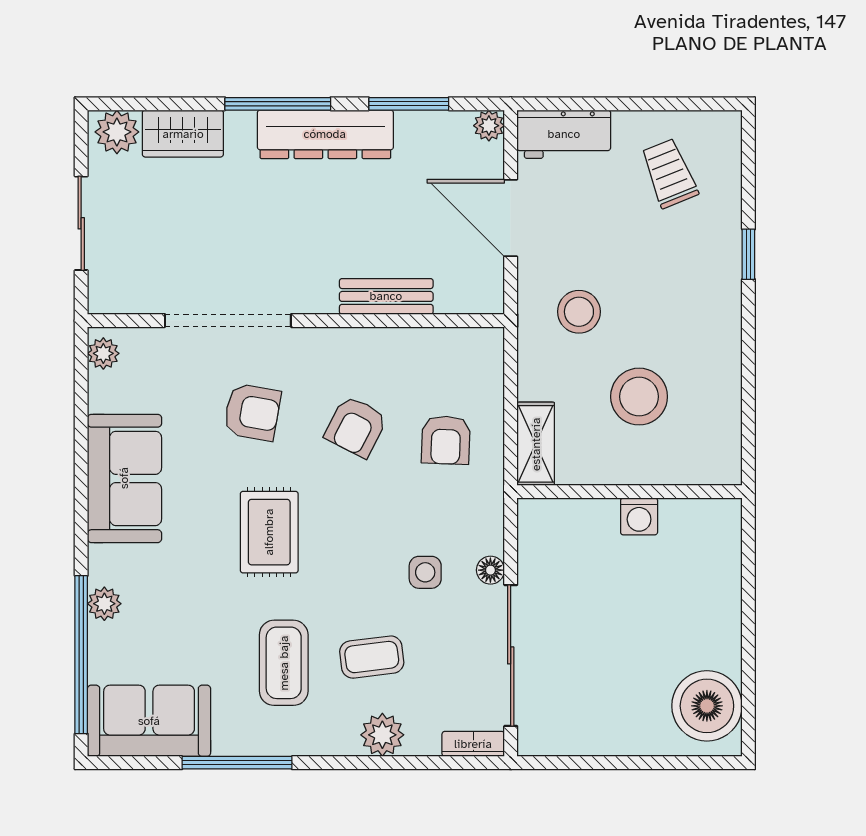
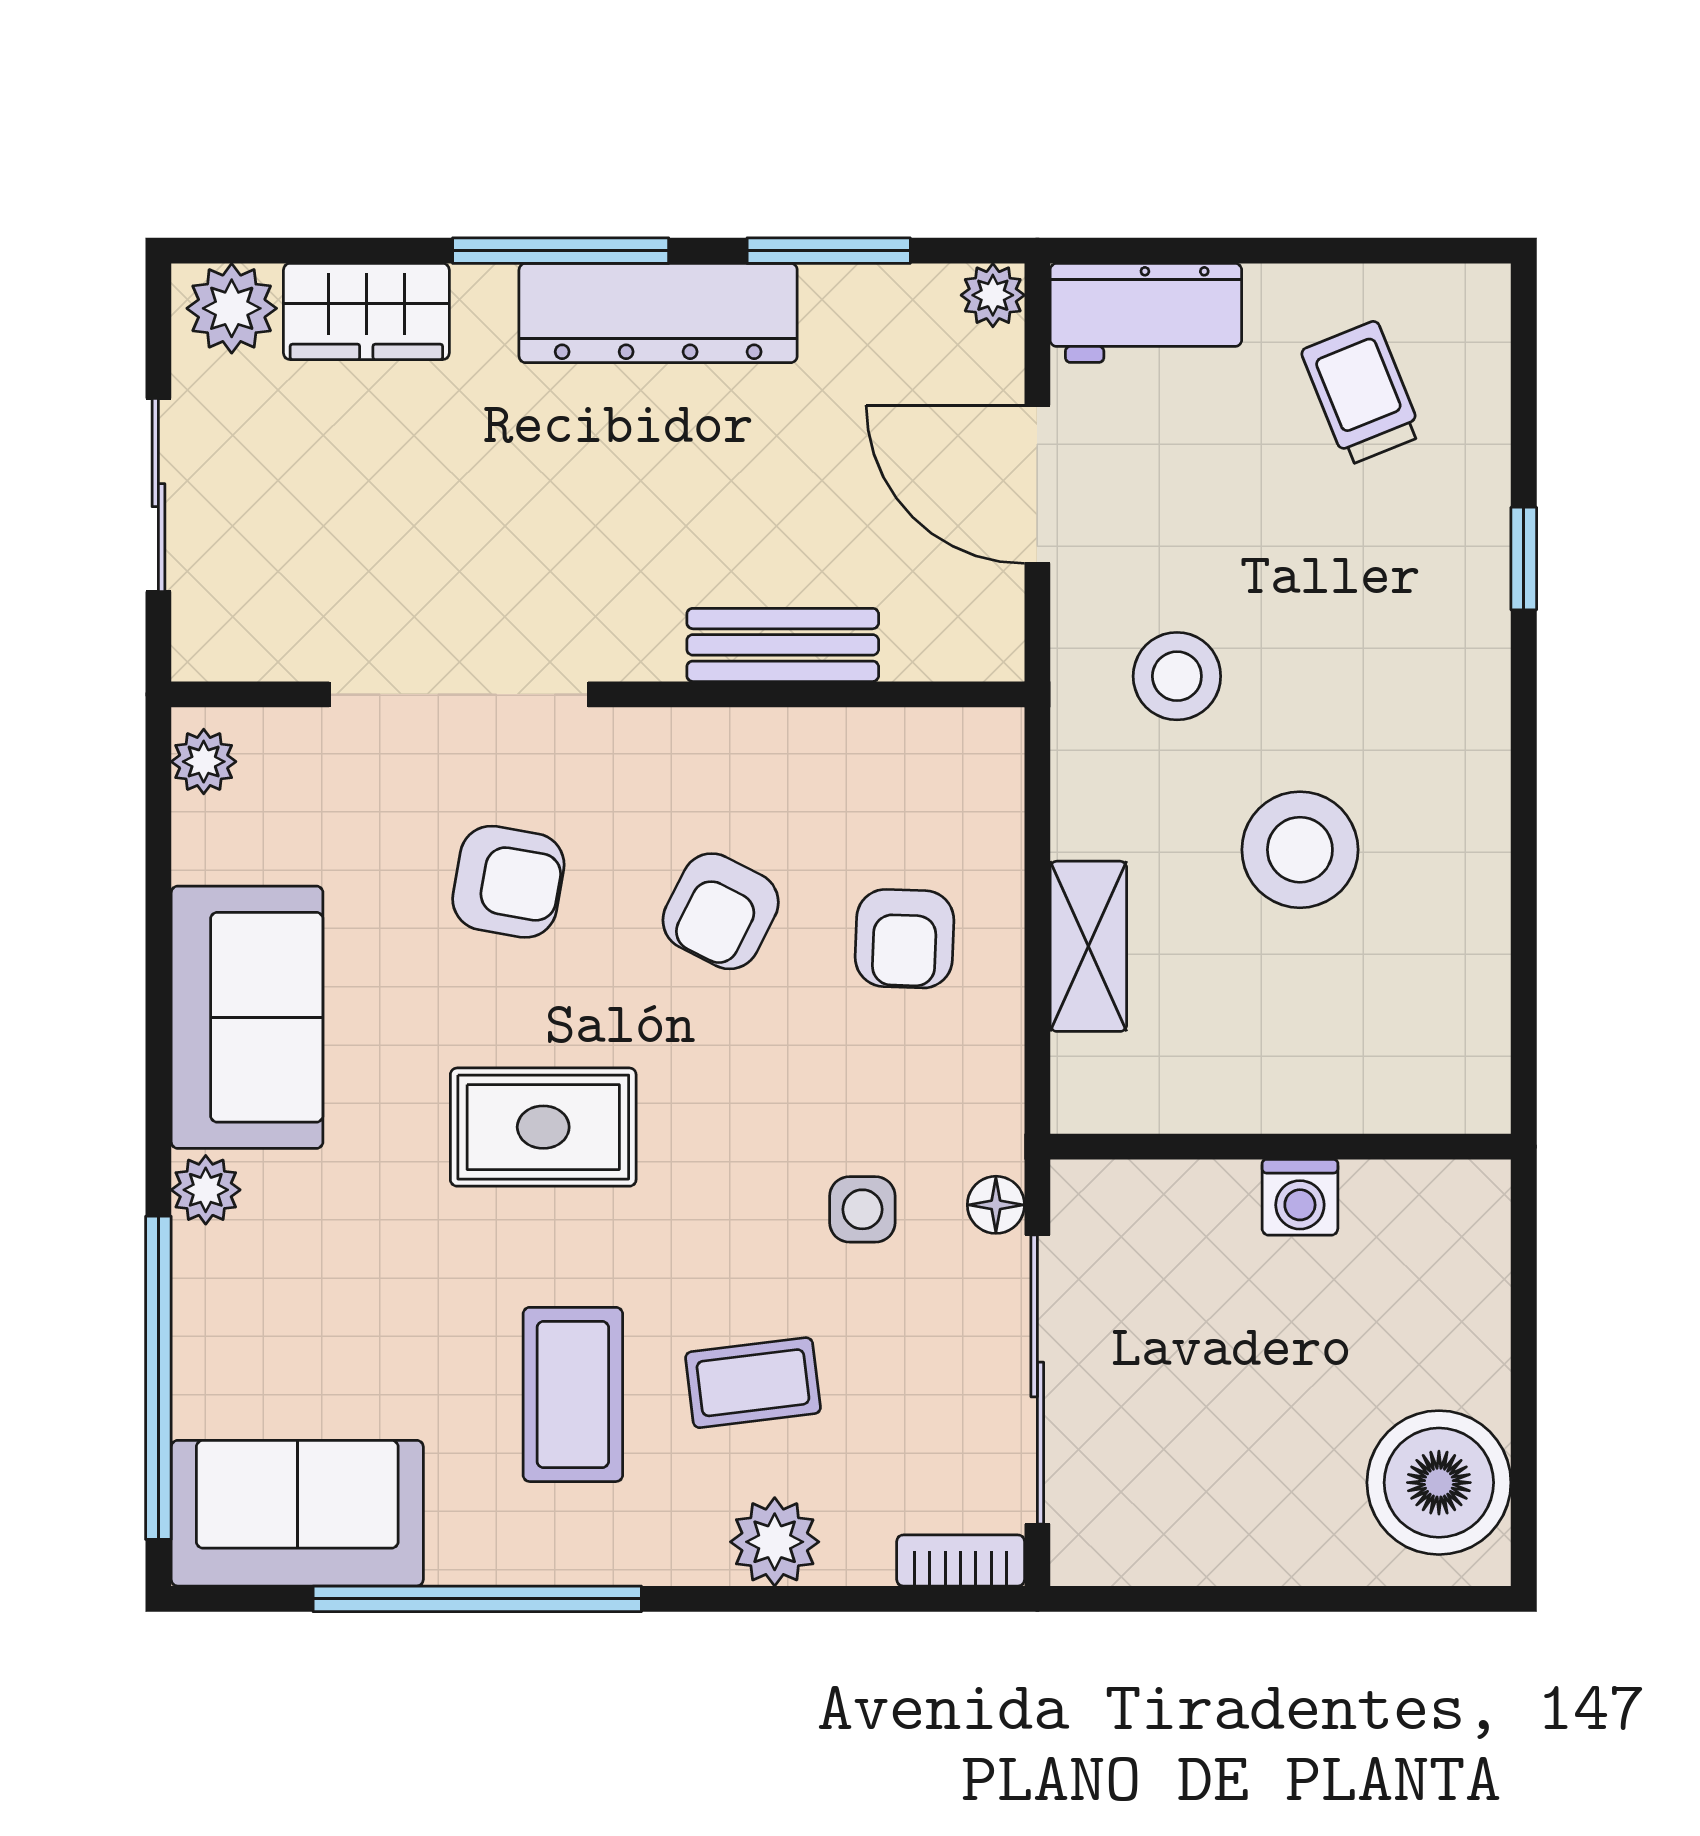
wall: (630, 492) -> (1281, 1147), moved
washing machine: (639, 516) -> (1300, 1197), moved
rug: (269, 532) -> (543, 1127), turned 90
plant: (104, 604) -> (206, 1190), moved
window: (237, 763) -> (477, 1599), width x1.46

